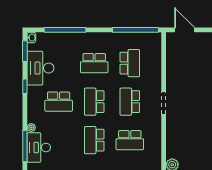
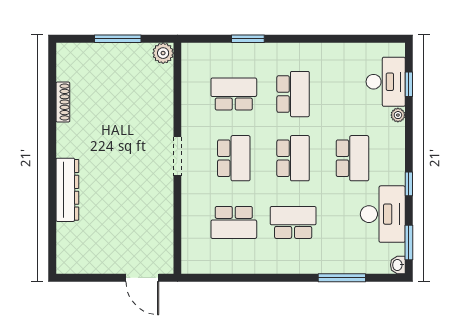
window: (65, 30) -> (342, 278), width x0.68
window: (135, 30) -> (224, 278), removed
school desk: (130, 63) -> (234, 222), turned -90
school desk: (59, 102) -> (352, 158), turned 90
window: (25, 146) -> (409, 84), width x0.46

